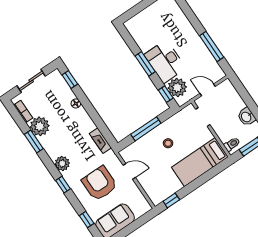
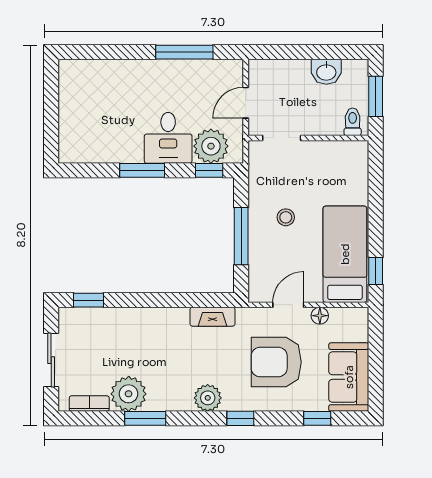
desk: (165, 61) -> (168, 138), width x0.73
floor lamp: (76, 103) -> (320, 316), moved
bed: (200, 162) -> (345, 254), moved, turned 180

